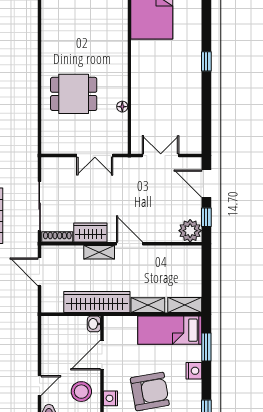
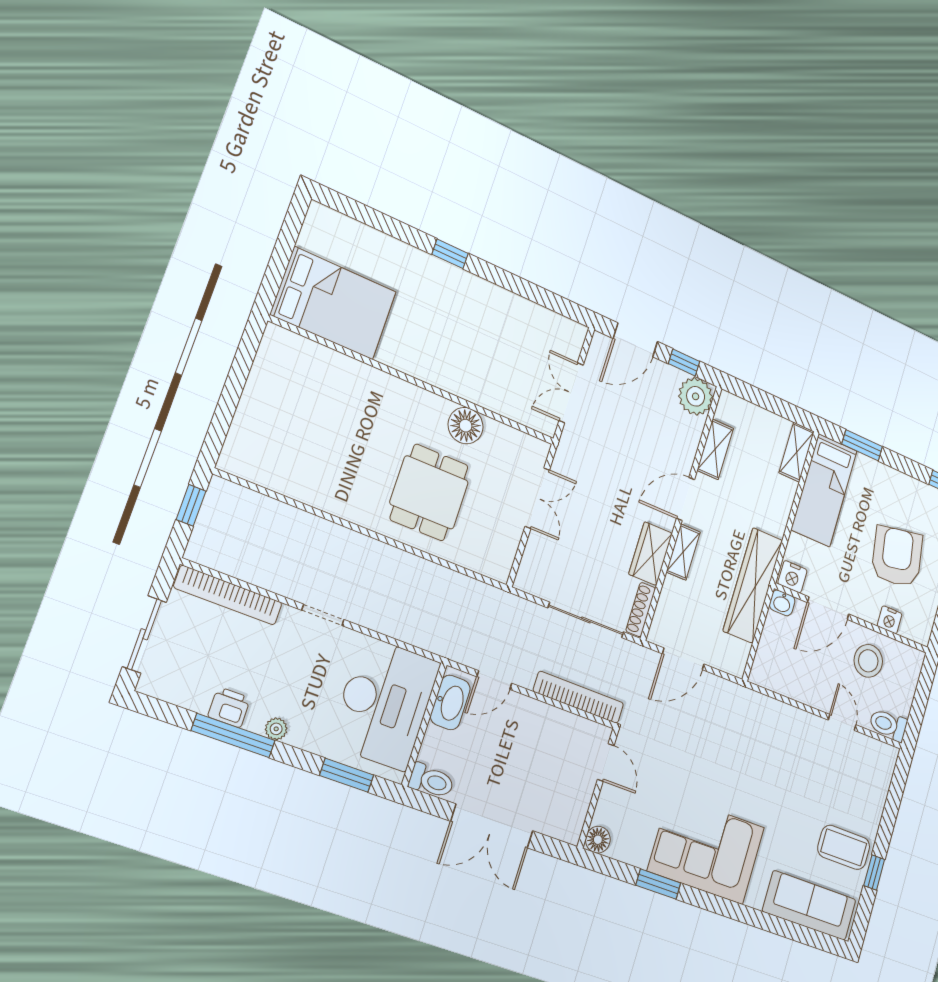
floor lamp: (122, 107) -> (466, 426), width x1.89, depth x1.89
shelving: (148, 305) -> (715, 449), moved
door: (102, 355) -> (828, 608), hinge flipped
nightstand: (194, 371) -> (792, 577), moved, turned 180

